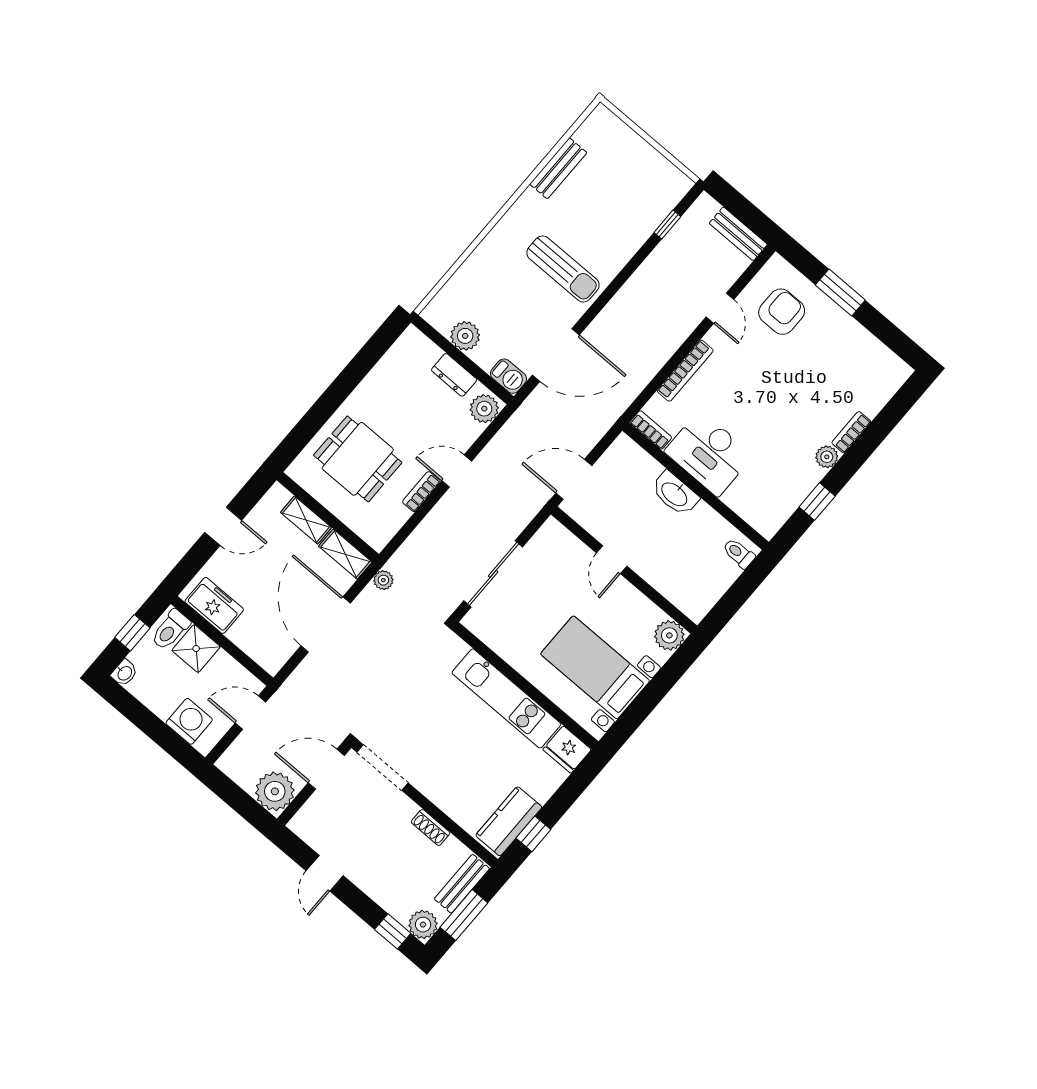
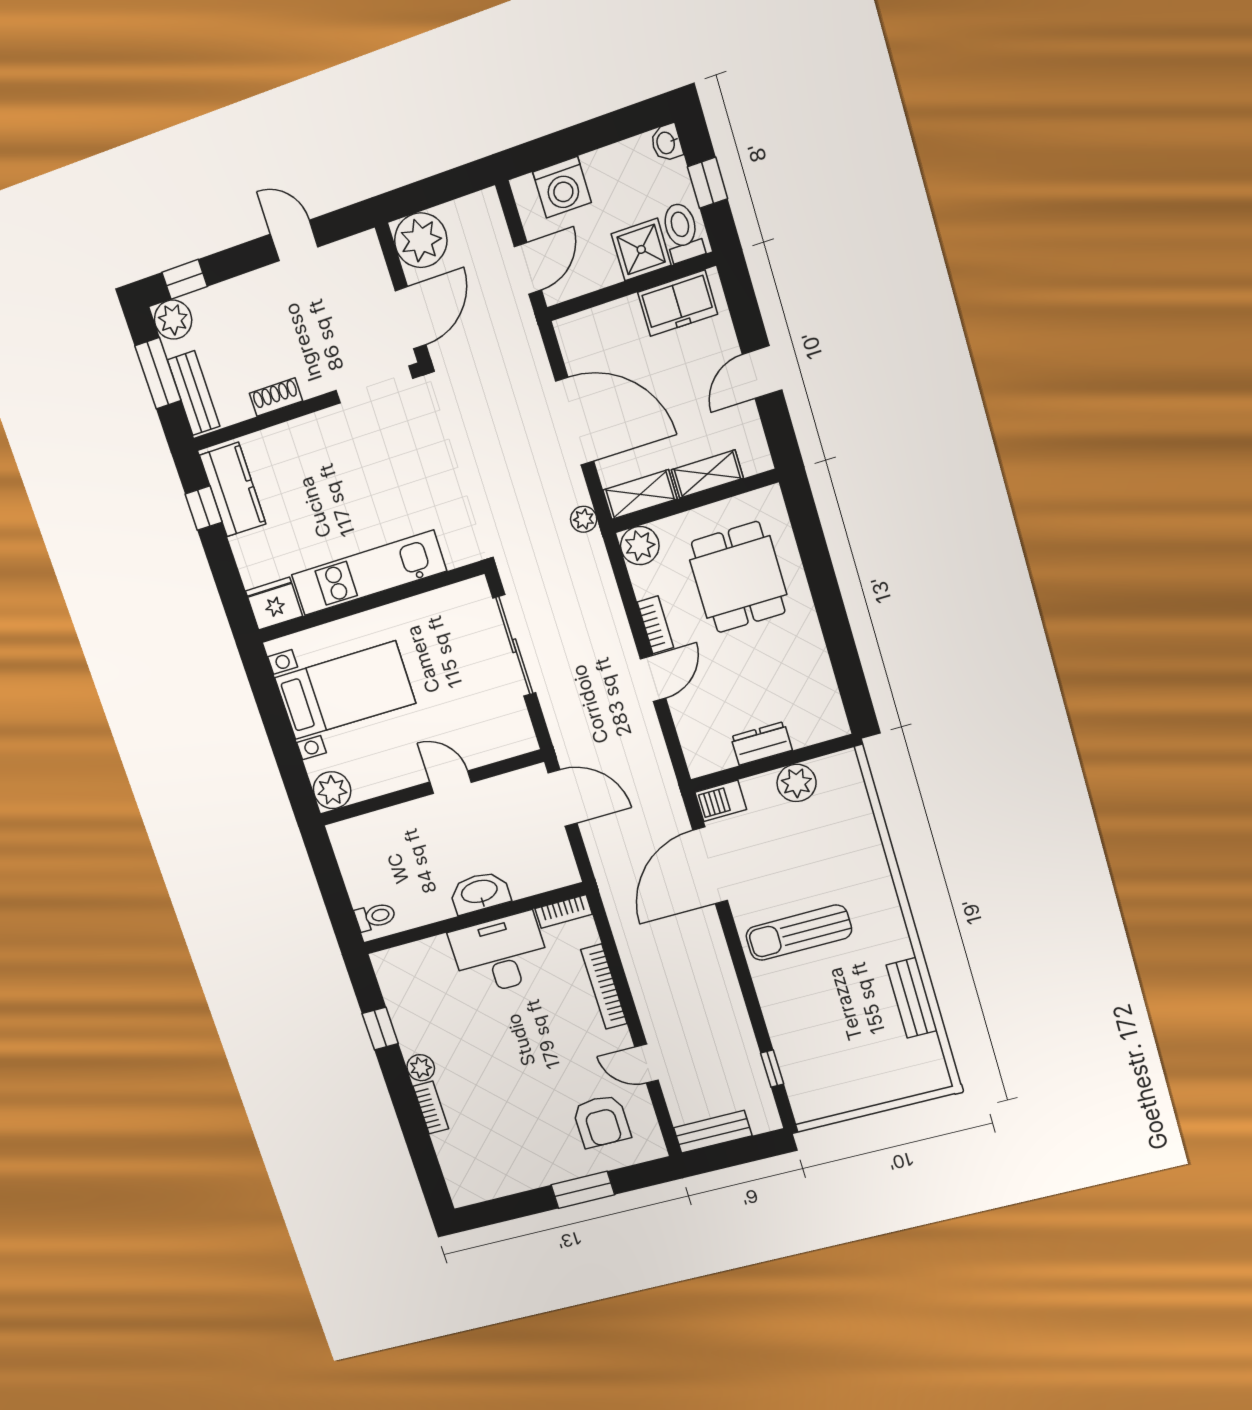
plant: (484, 409) -> (640, 546), moved
dining table: (358, 459) -> (738, 577), turned 90
door: (574, 479) -> (563, 798), hinge flipped

